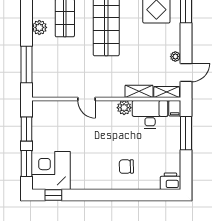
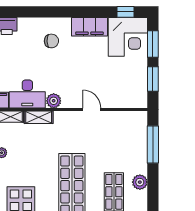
filing cabinet: (89, 180) -> (89, 27), added

